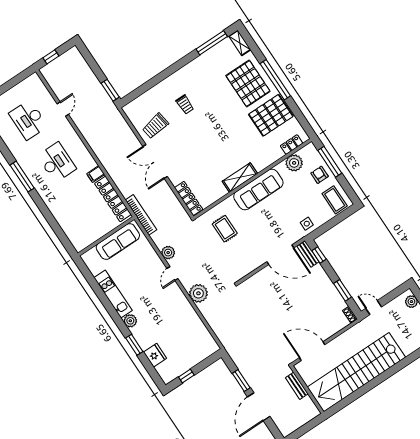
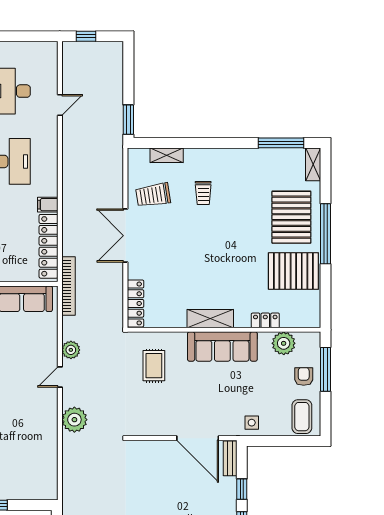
shelving: (148, 96) -> (167, 155), added
locker: (292, 144) -> (265, 320), moved
window: (319, 255) -> (242, 489), moved

